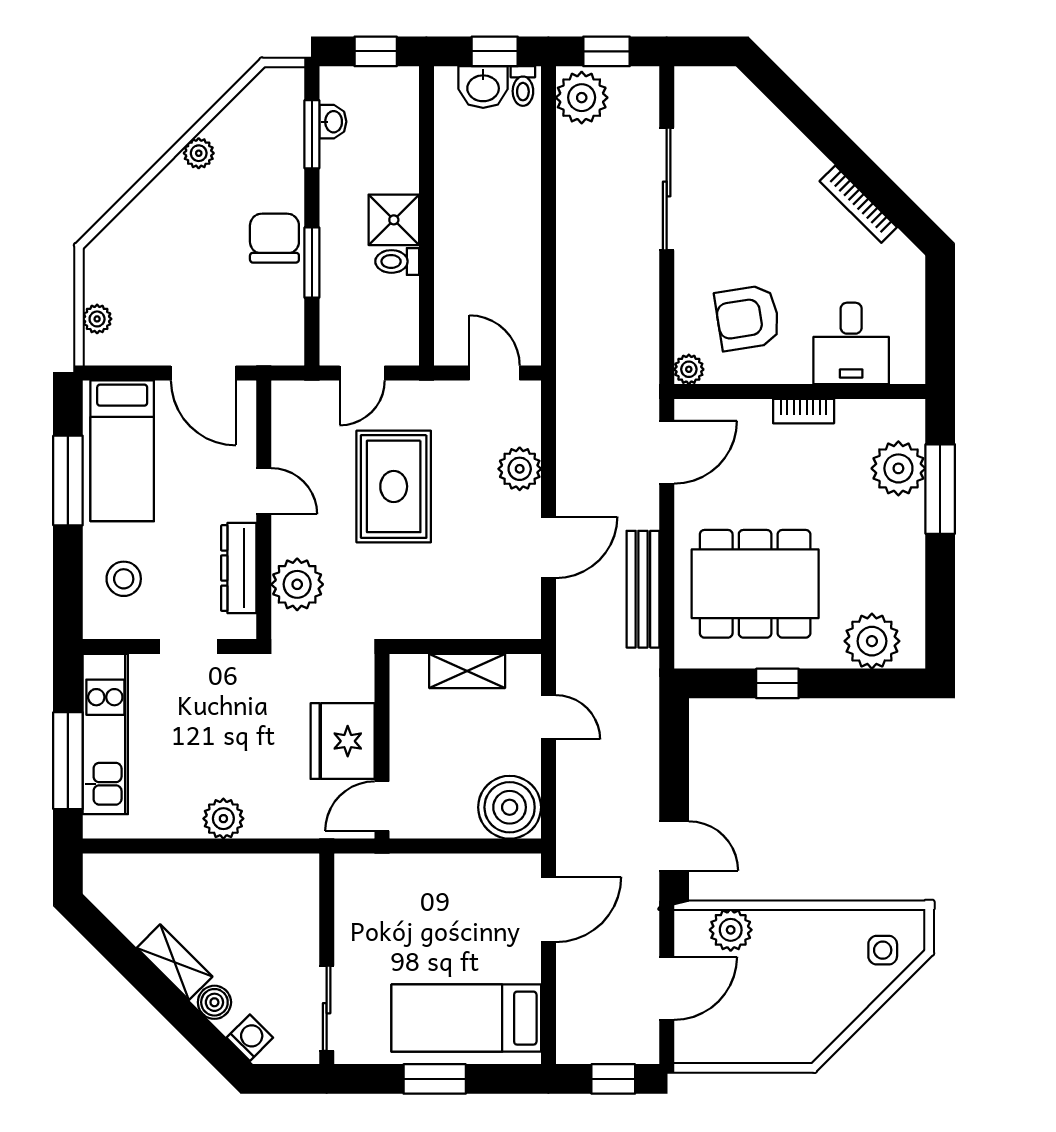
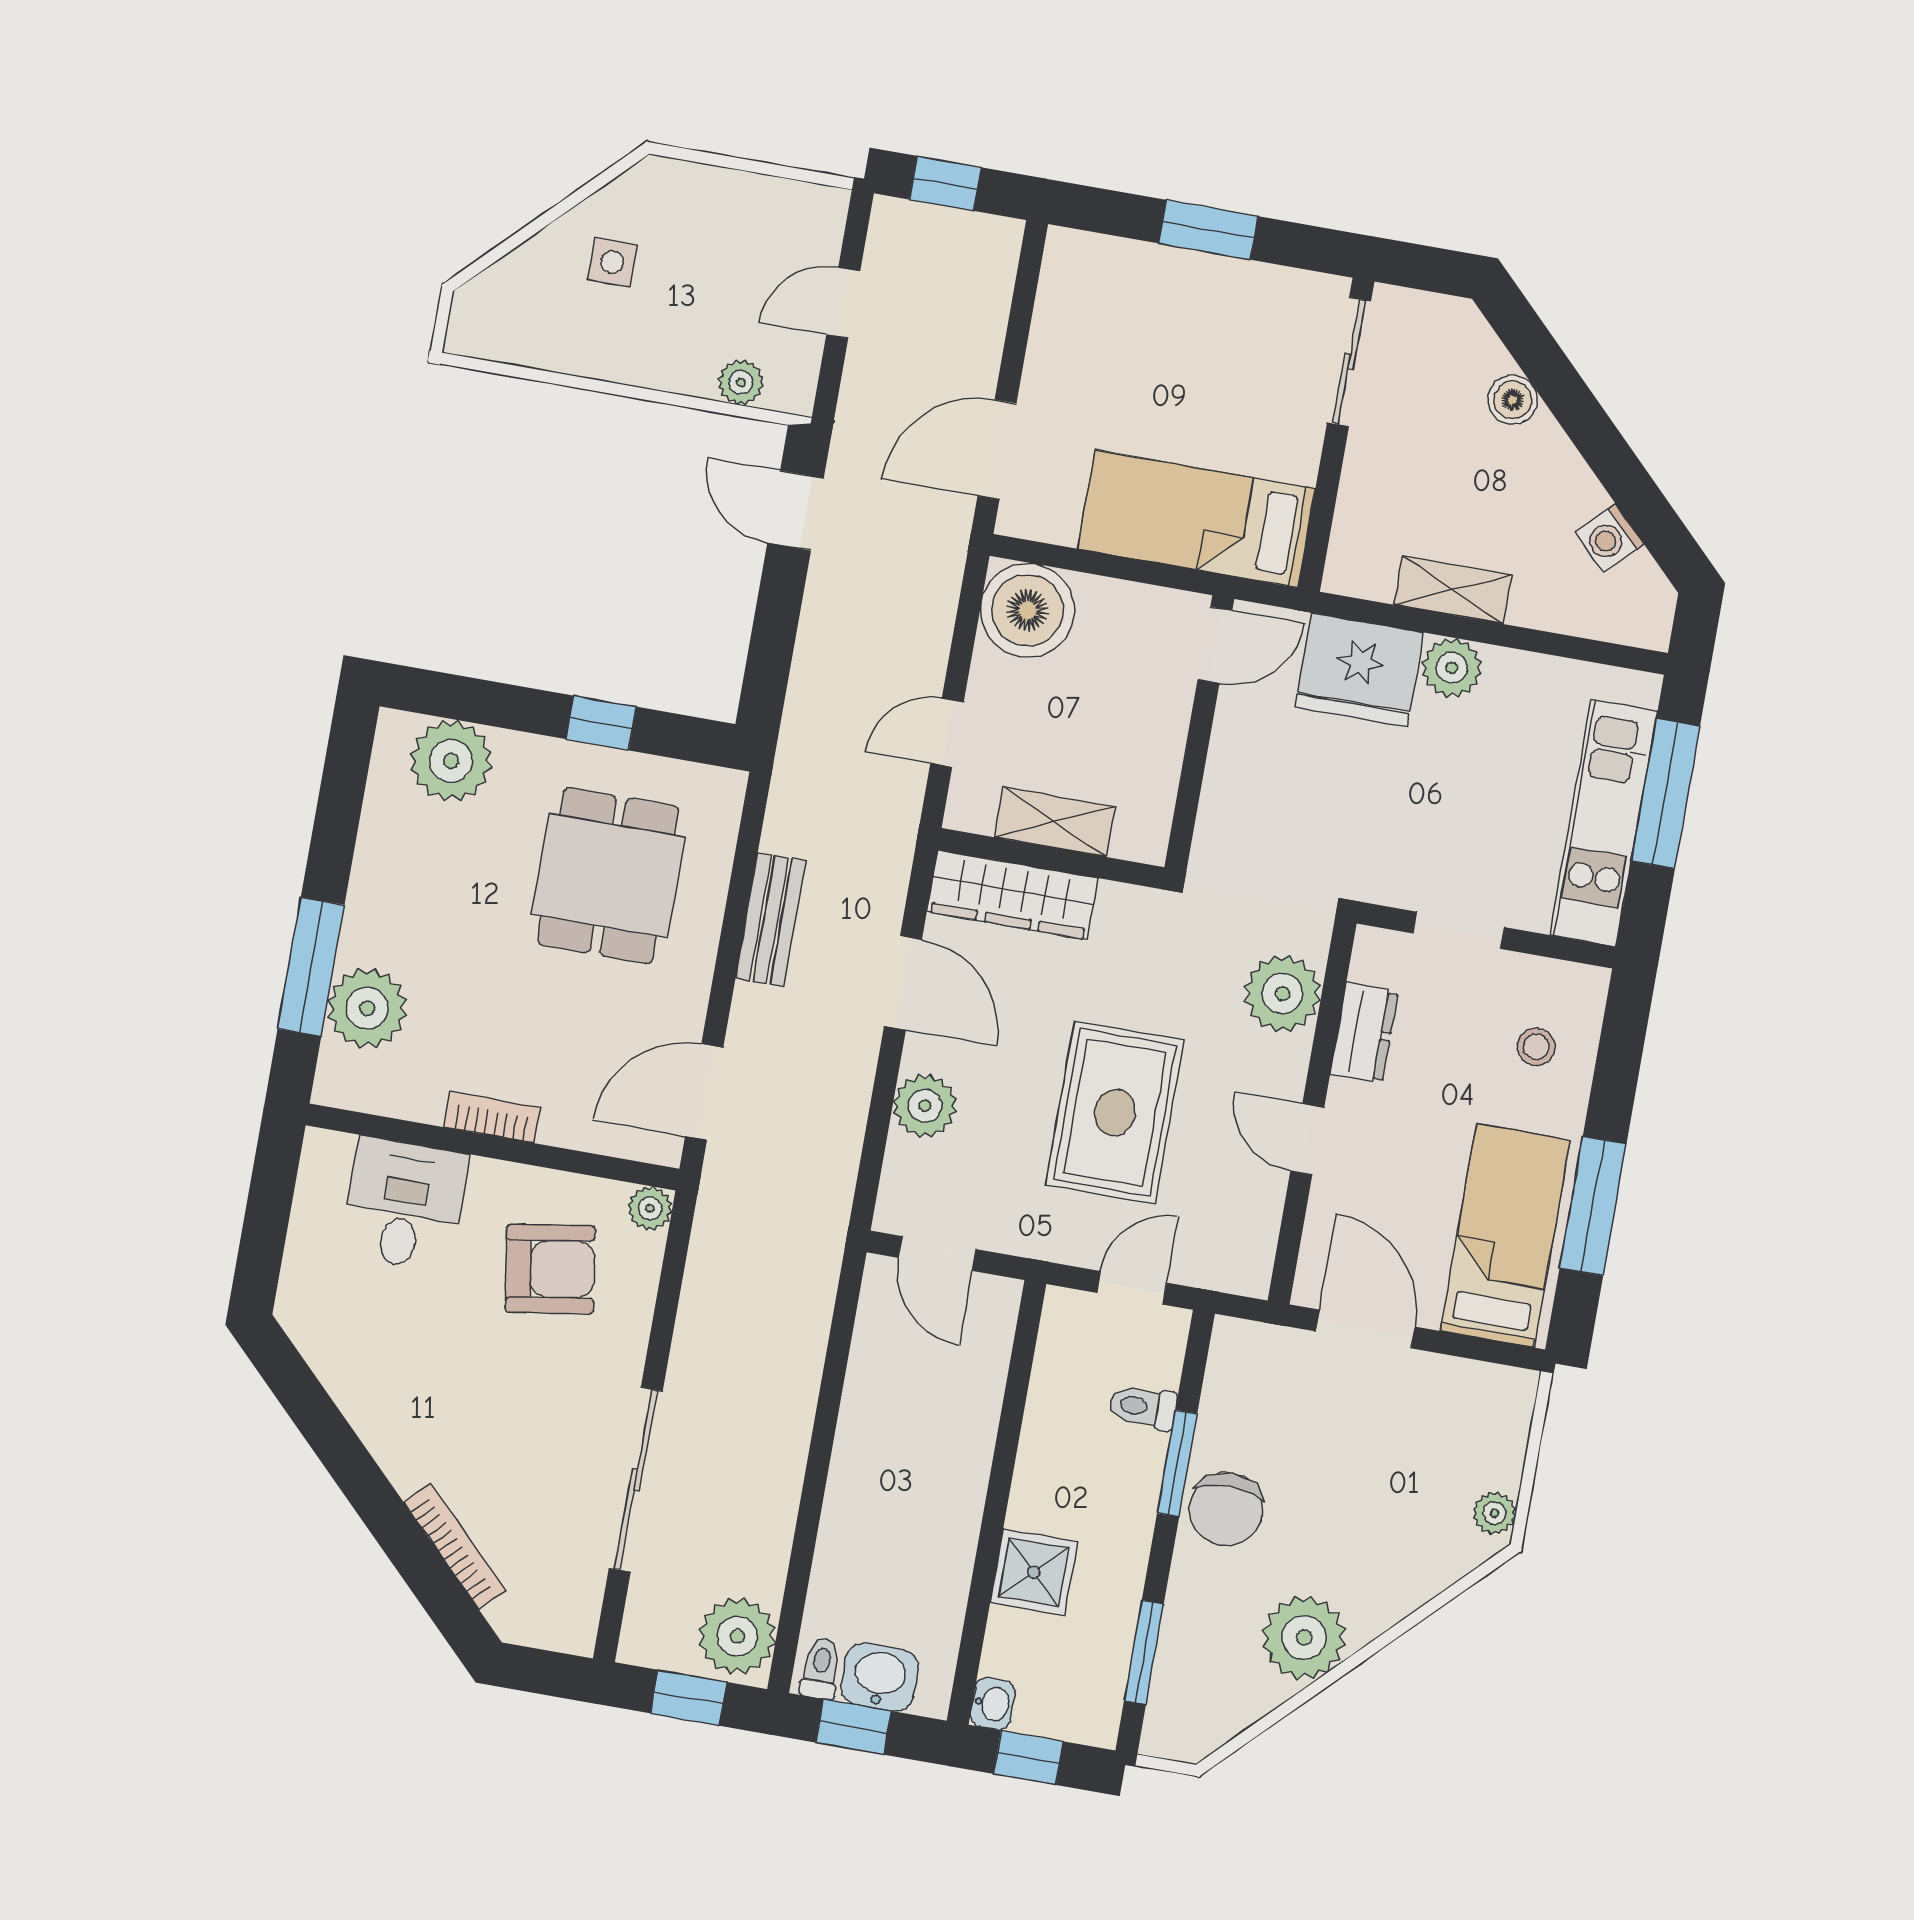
washbasin: (333, 122) -> (993, 1704), moved, turned 180
plant: (199, 153) -> (1304, 1638), width x1.88, depth x1.88
bookcase: (858, 204) -> (455, 1546), moved
shower: (394, 220) -> (1034, 1572), moved
toilet: (397, 261) -> (1143, 1407), moved, turned 180
plant: (97, 319) -> (1494, 1513), moved
door: (548, 547) -> (903, 983), swing flipped
dresser: (239, 568) -> (1364, 1033), width x0.70
stool: (124, 579) -> (1536, 1047), width x0.73, depth x0.73
dining table: (755, 584) -> (608, 876), width x0.73
bench: (643, 589) -> (771, 920), width x0.73
wardrobe: (487, 618) -> (1012, 895), added
door: (548, 717) -> (947, 733), hinge flipped
fridge: (343, 741) -> (1359, 670), moved, turned 90
plant: (731, 930) -> (741, 382), width x0.73, depth x0.73
side table: (883, 950) -> (612, 262), moved
shelving: (175, 962) -> (1453, 590), moved, turned -45
door: (667, 988) -> (843, 303), width x0.73
bed: (466, 1018) -> (1197, 519), moved, turned 180
washing machine: (250, 1038) -> (1610, 538), moved

